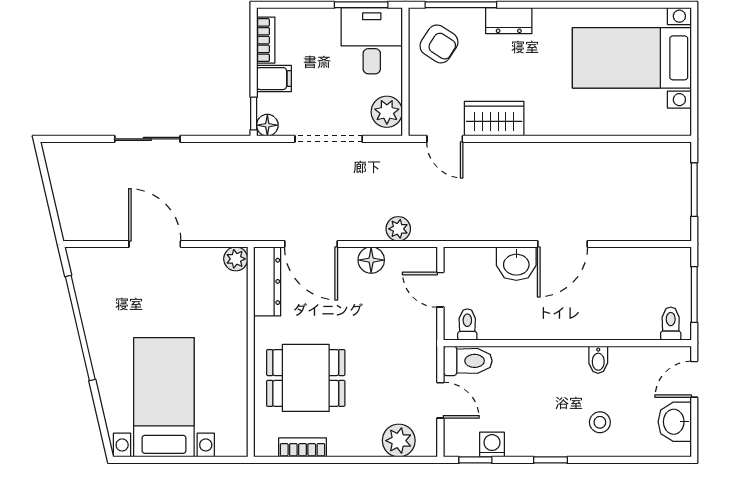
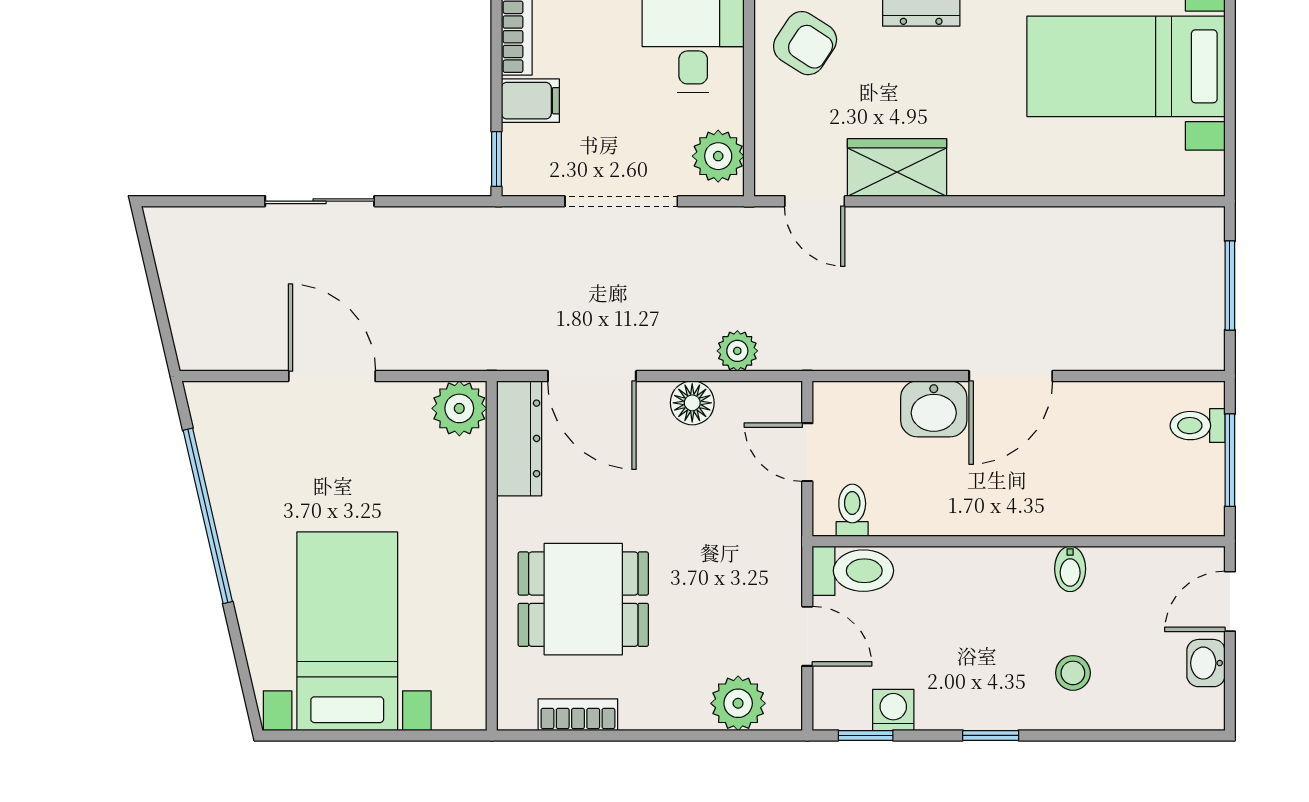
floor lamp: (267, 125) -> (519, 178), removed
plant: (236, 259) -> (459, 408), width x1.38, depth x1.38
toilet: (671, 324) -> (1198, 426), moved, turned -90
washbasin: (675, 422) -> (1206, 663), width x0.72, depth x0.69

